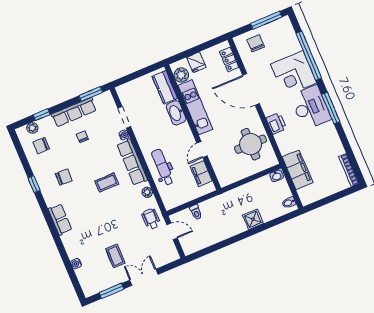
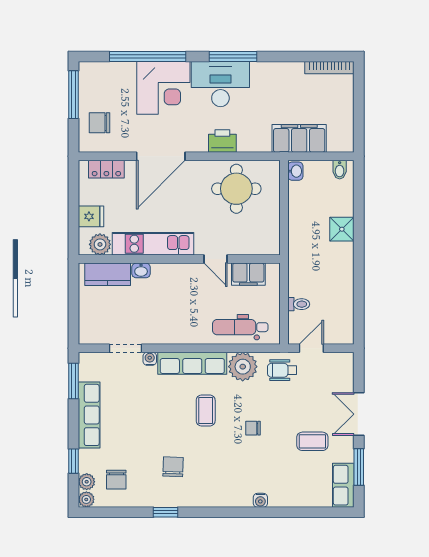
washbasin: (176, 113) -> (141, 270), width x0.52, depth x0.69
plant: (21, 132) -> (86, 499), added
chair: (82, 137) -> (253, 428), moved
dental chair: (163, 167) -> (240, 327), moved
plant: (147, 192) -> (243, 367), width x1.87, depth x1.87
row of seats: (60, 219) -> (343, 485), moved, turned -90
water cooler: (76, 264) -> (260, 500), moved

